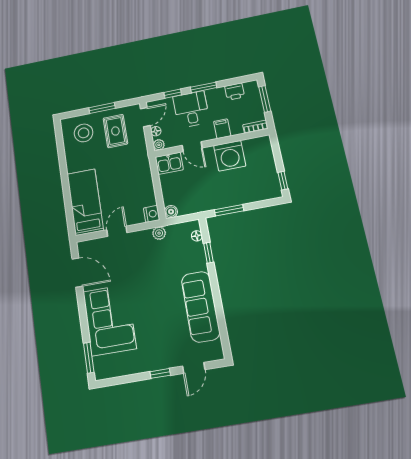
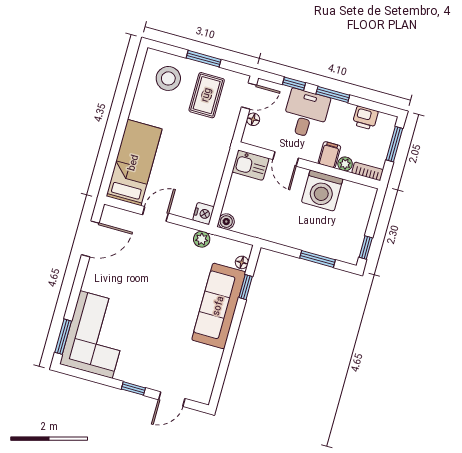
plant: (159, 145) -> (345, 164), moved
window: (229, 210) -> (318, 259), moved
door: (77, 273) -> (90, 239), hinge flipped
sofa: (201, 307) -> (219, 306), moved
corner sofa: (109, 320) -> (96, 335), moved

